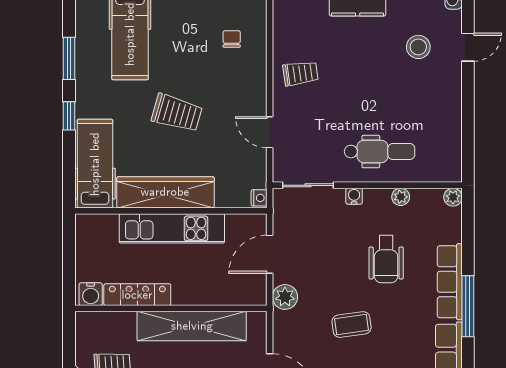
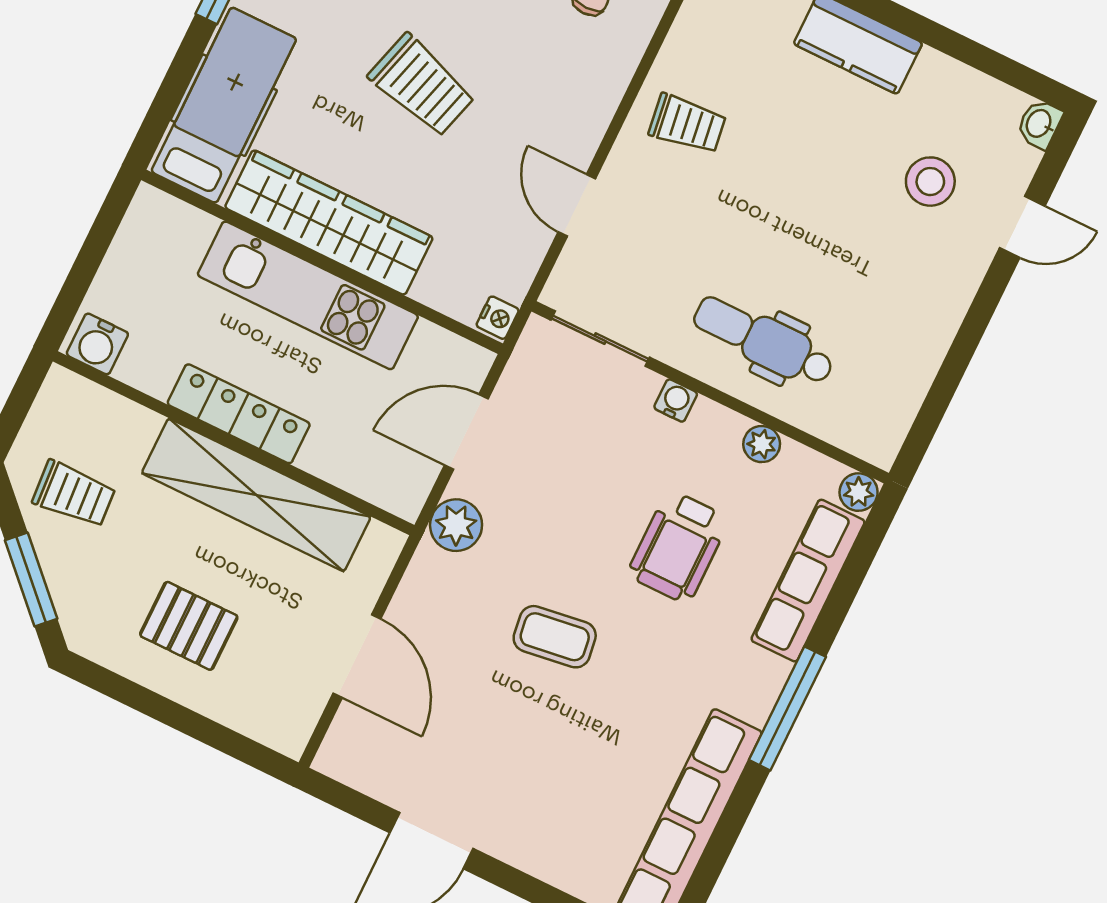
dental chair: (380, 152) -> (764, 341), turned 180
row of seats: (450, 282) -> (808, 581), moved
locker: (137, 295) -> (239, 414), moved

